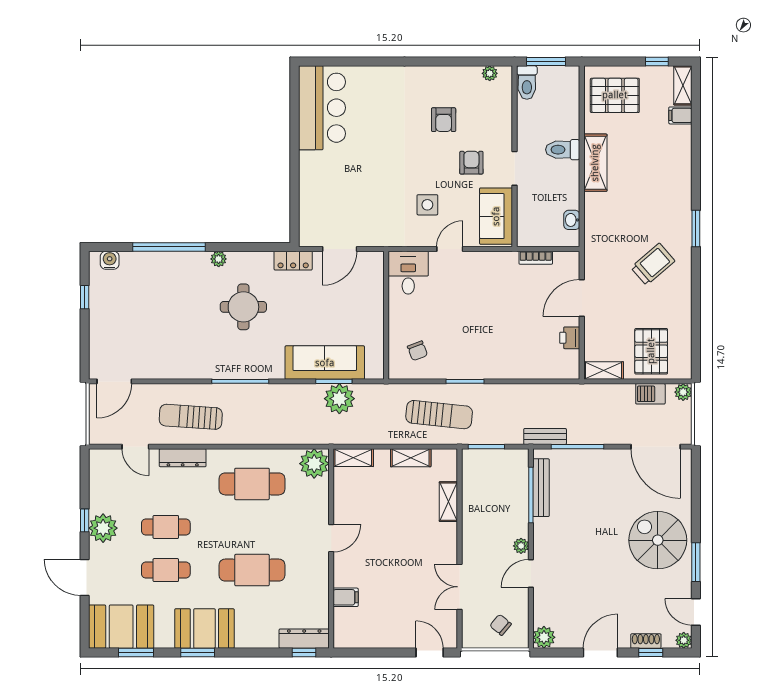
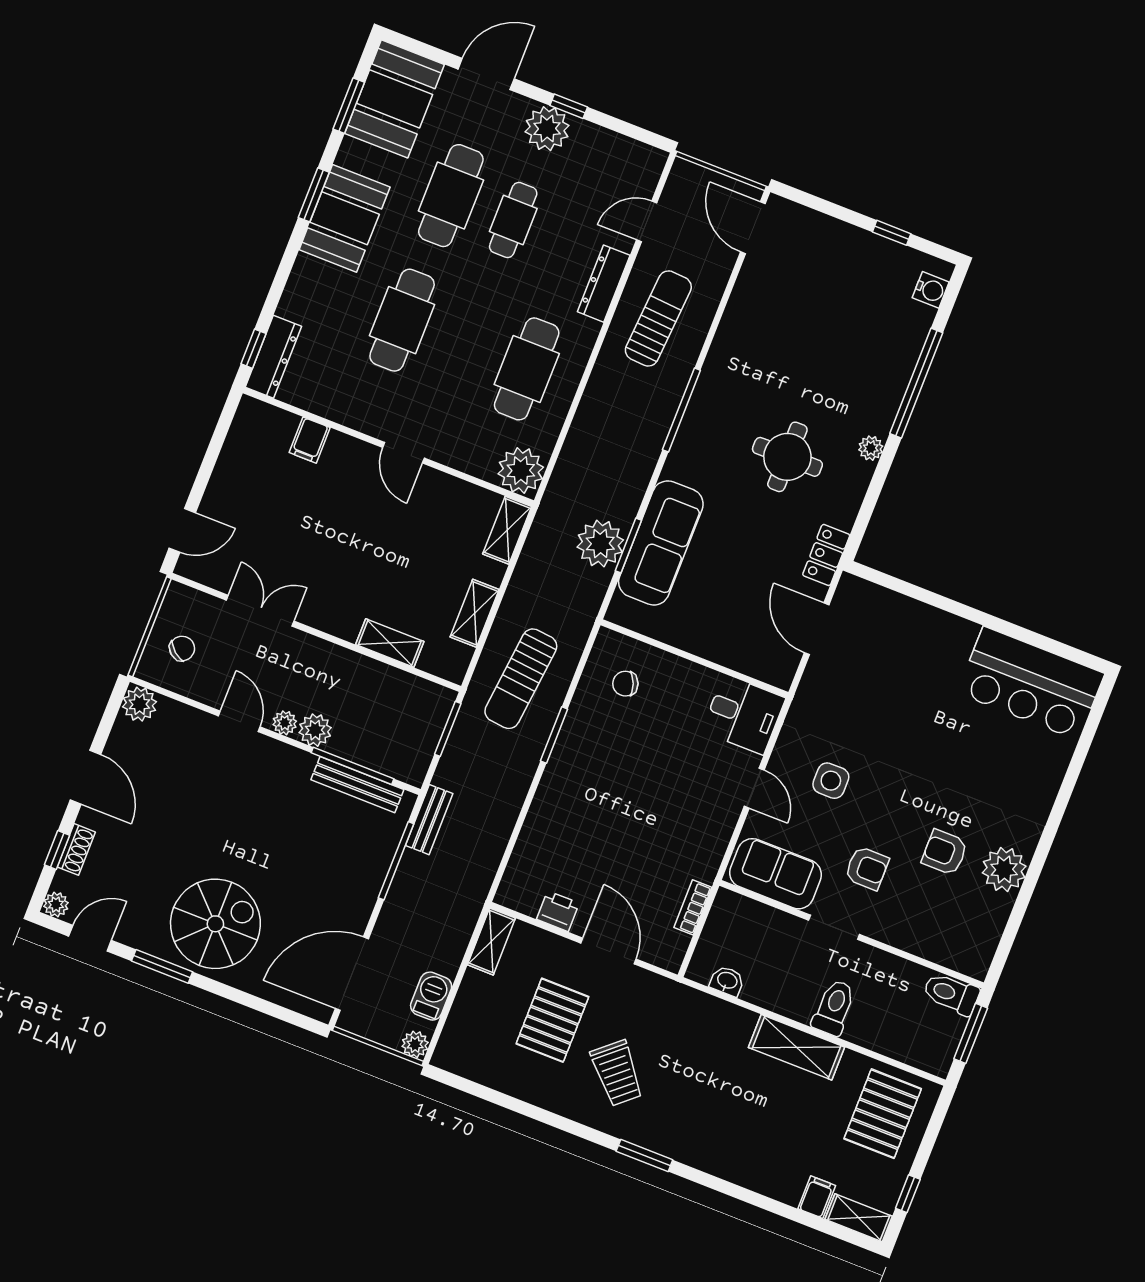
plant: (490, 73) -> (1004, 869), moved, width x1.87, depth x1.87
pallet: (651, 351) -> (552, 1020), moved, turned 90
plant: (518, 526) -> (315, 730), added
cafe table: (166, 570) -> (451, 196), width x1.37, depth x1.35

